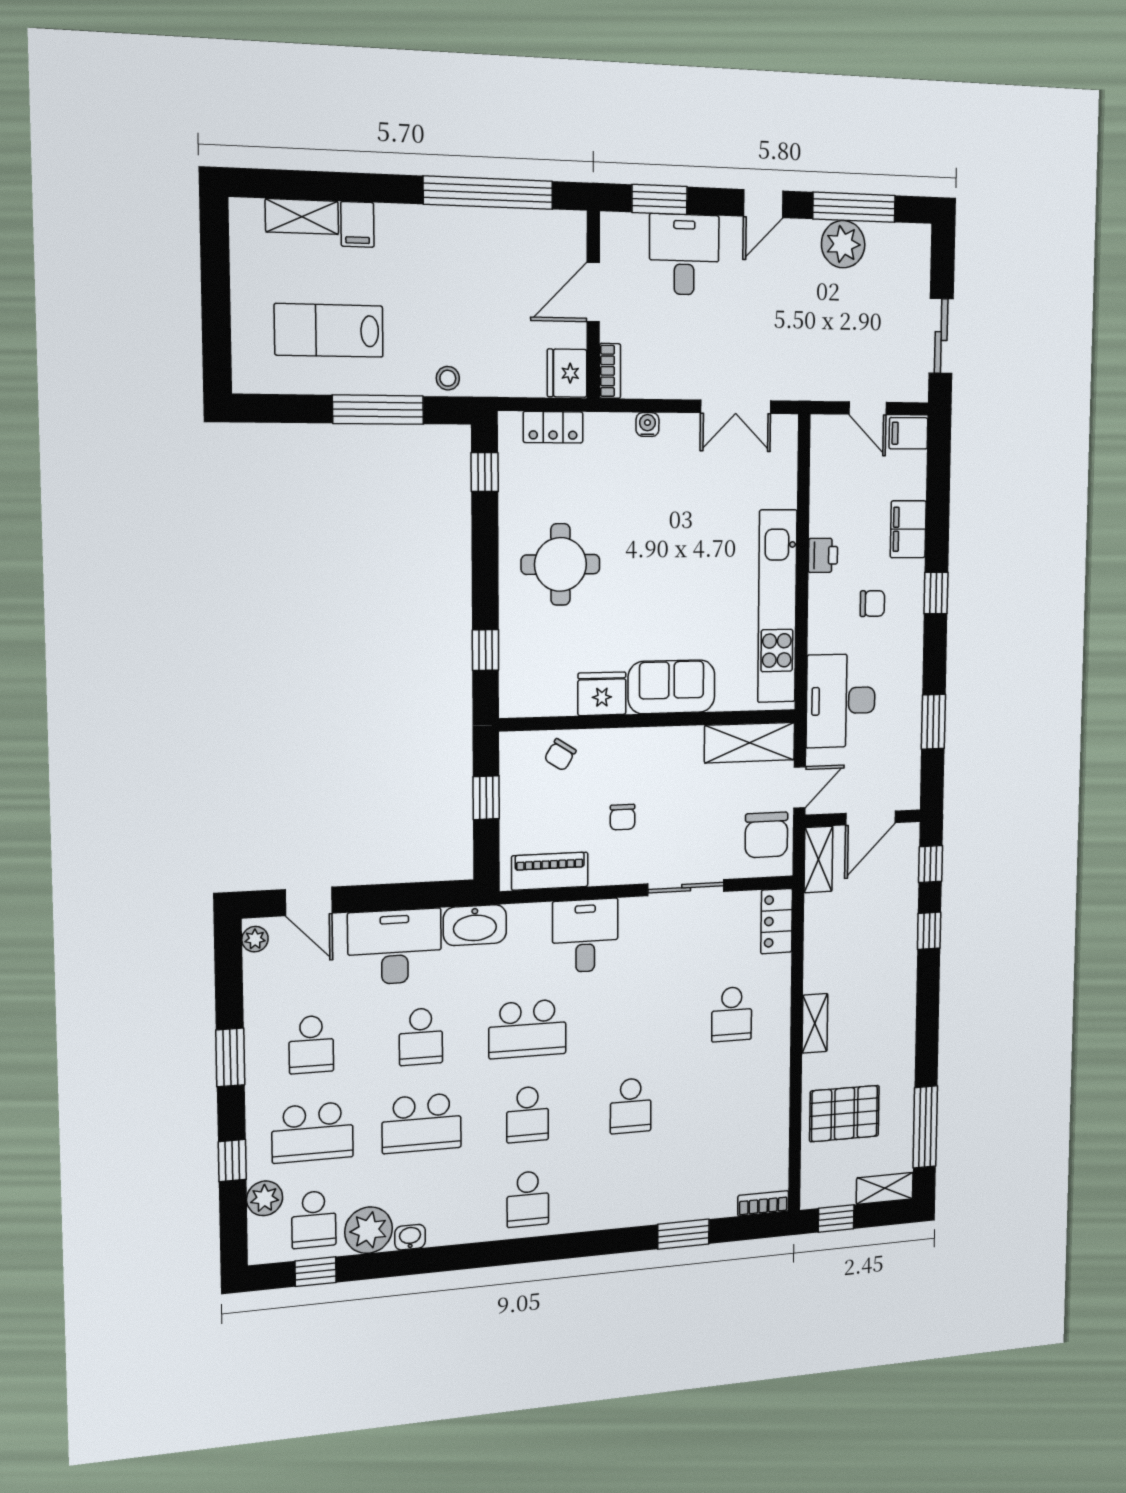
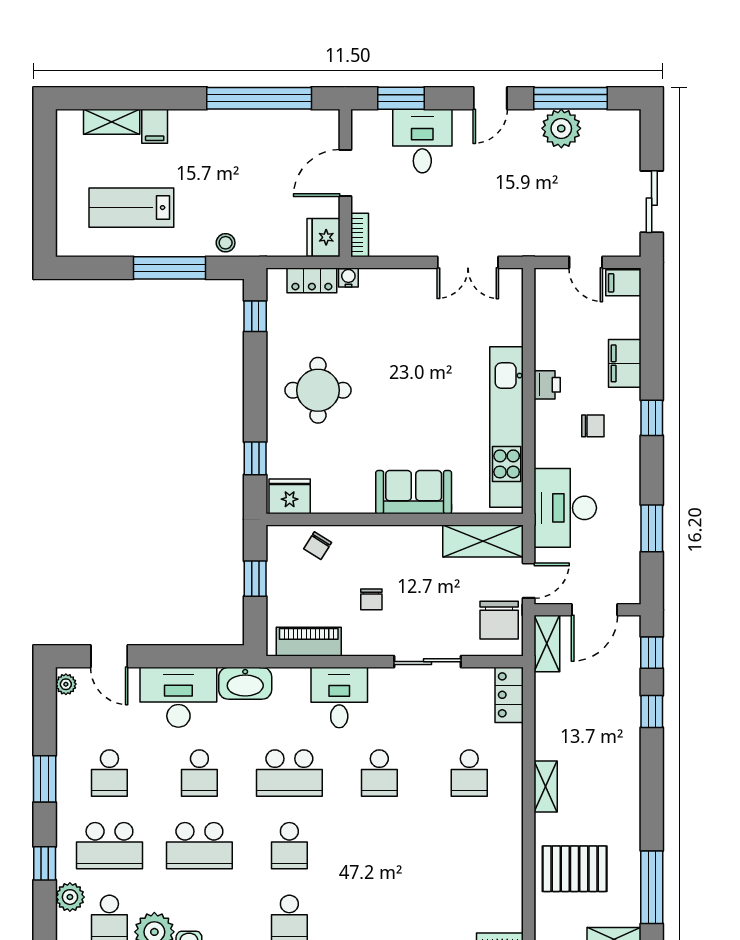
water cooler: (647, 425) -> (348, 278), moved
fridge: (602, 694) -> (290, 496), moved
school desk: (631, 1106) -> (379, 773), moved

